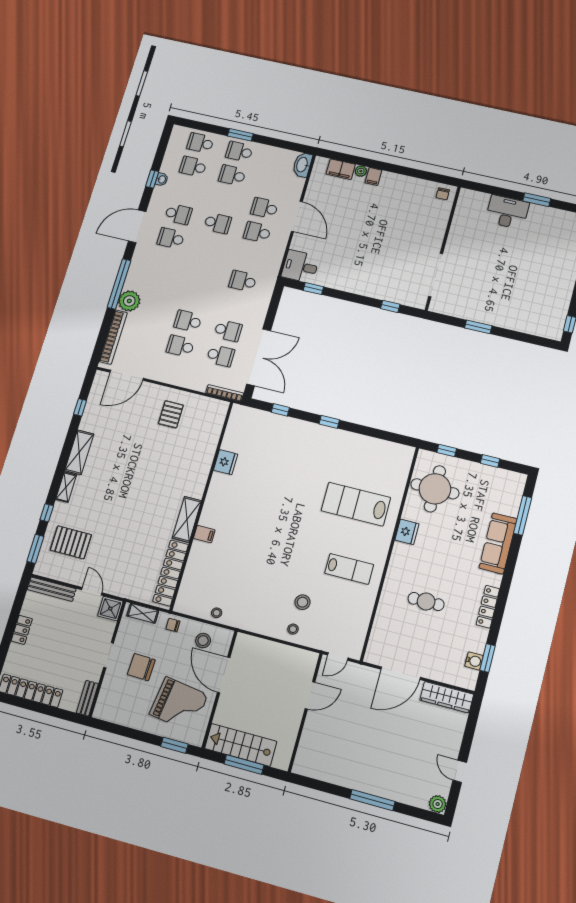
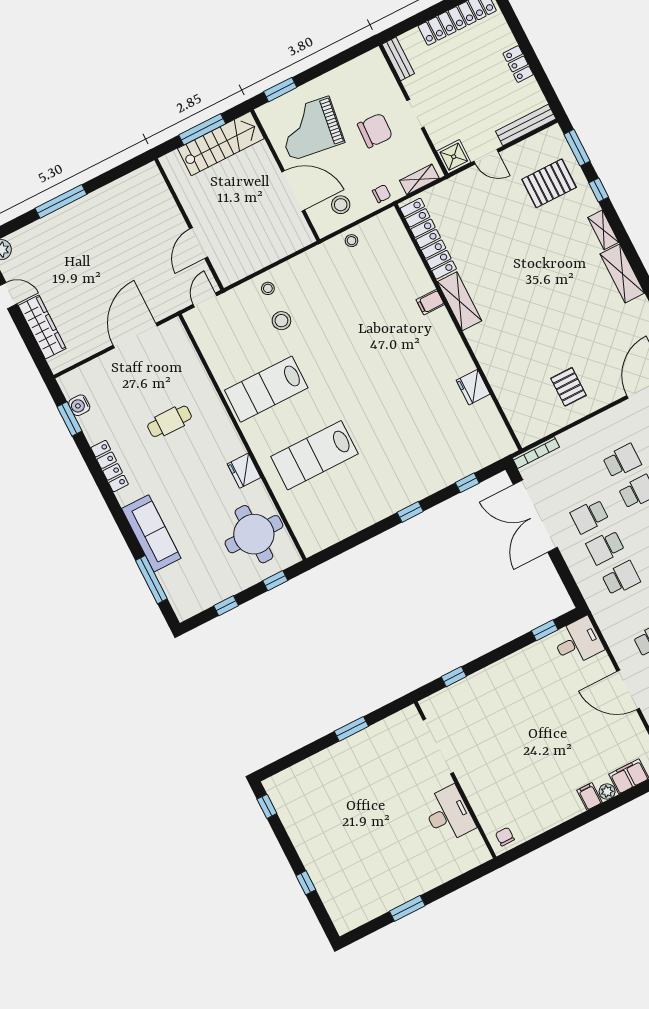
desk: (507, 212) -> (449, 814), moved, turned -90
school desk: (221, 356) -> (605, 547), moved
lab bench: (356, 504) -> (314, 455), turned 180
lab bench: (349, 569) -> (266, 389), width x1.36, depth x1.39
wardrobe: (447, 697) -> (42, 327), moved, turned 90

